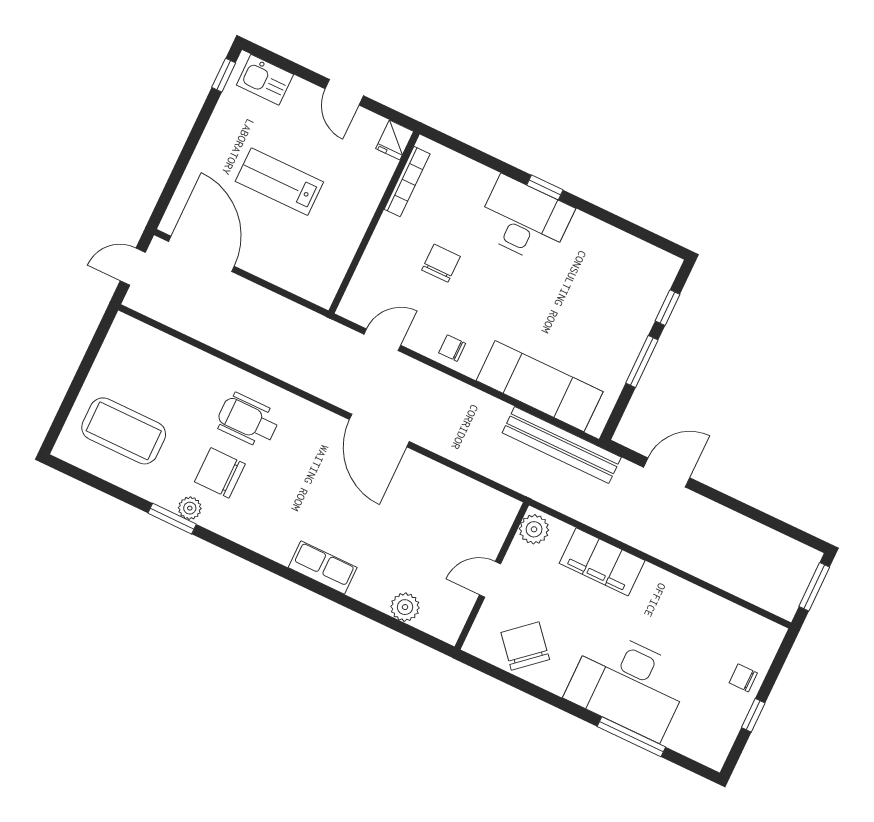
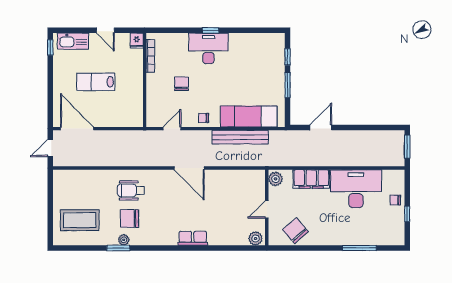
kitchen sink: (265, 80) -> (73, 41), width x1.38
bench: (562, 445) -> (240, 137), moved
plant: (405, 607) -> (256, 238), moved
desk: (628, 684) -> (356, 189), moved, turned 180

